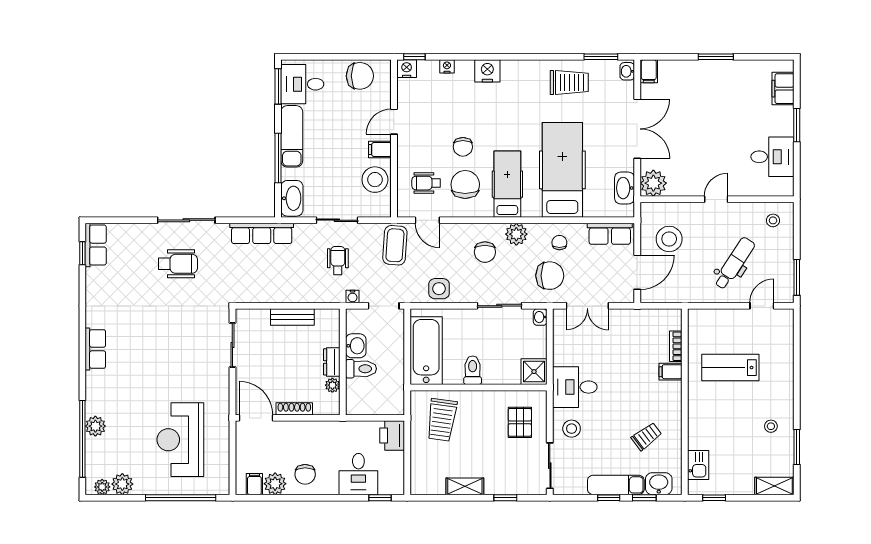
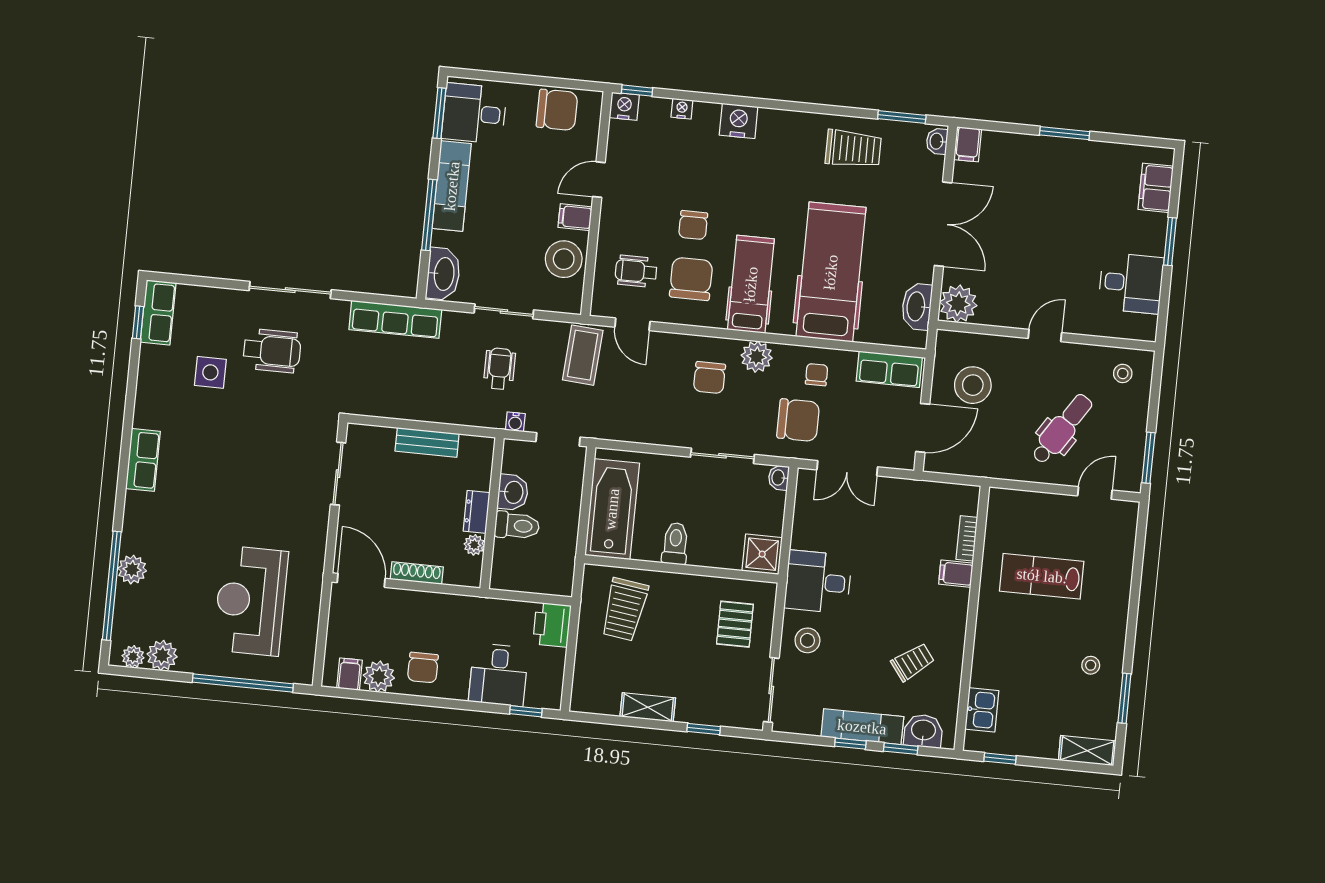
side table: (439, 289) -> (210, 372), moved

